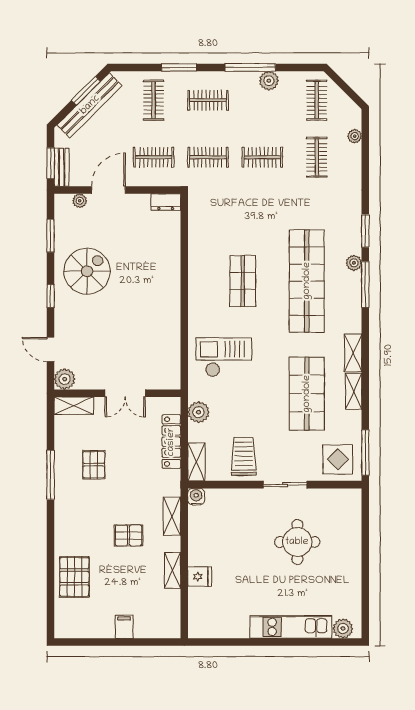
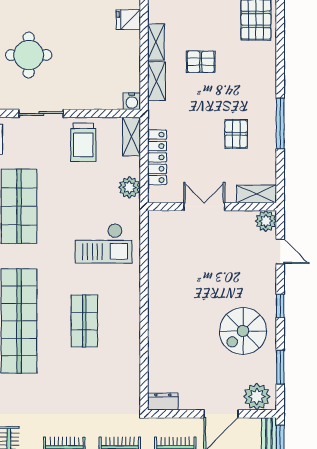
plant: (80, 201) -> (257, 397), width x1.88, depth x1.88
shelving: (172, 571) -> (156, 42), moved

